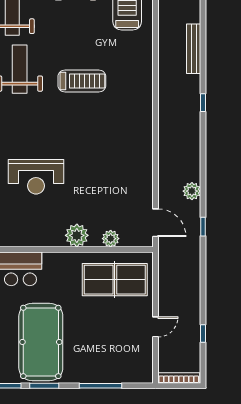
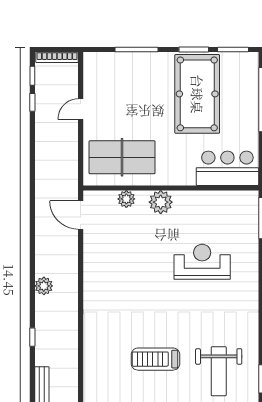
plant: (192, 191) -> (44, 286), moved
window: (203, 227) -> (32, 76), moved

